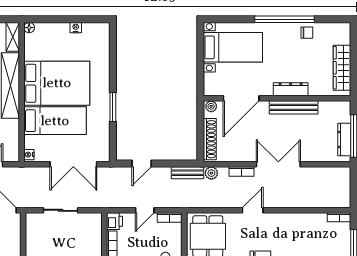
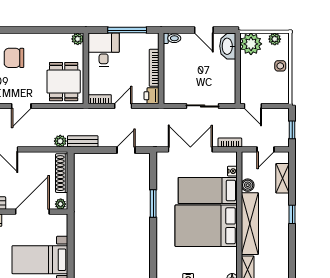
boiler: (13, 126) -> (248, 185), added
nightstand: (29, 155) -> (232, 171), moved
bookcase: (241, 172) -> (230, 143), moved

